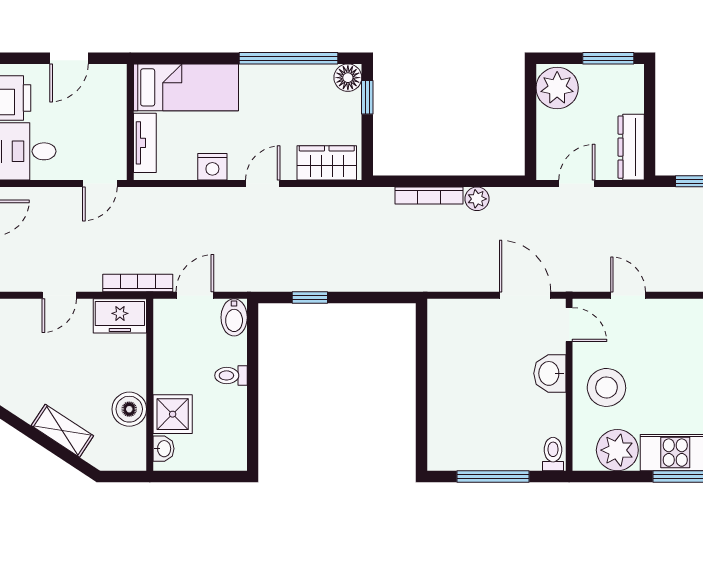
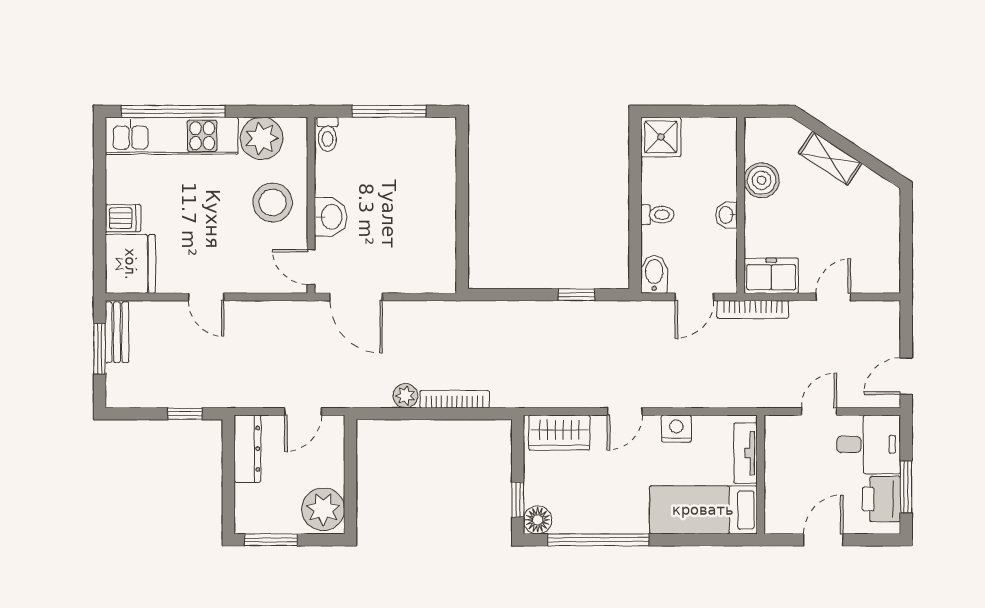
door: (100, 183) -> (819, 411), moved
door: (628, 295) -> (206, 297), moved
shower: (173, 414) -> (661, 137), moved
washbasin: (163, 449) -> (727, 215), moved

